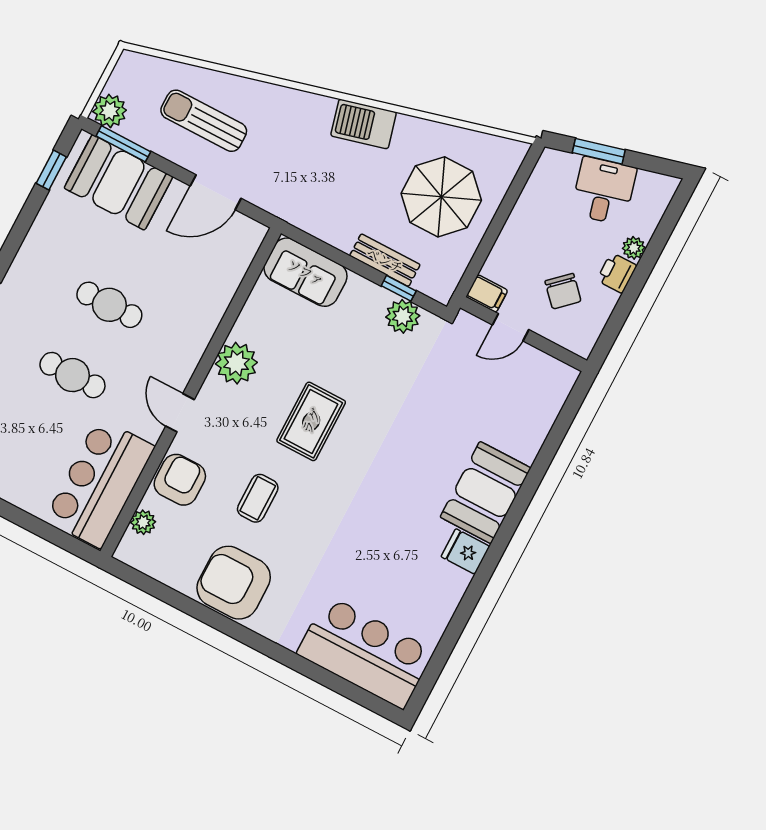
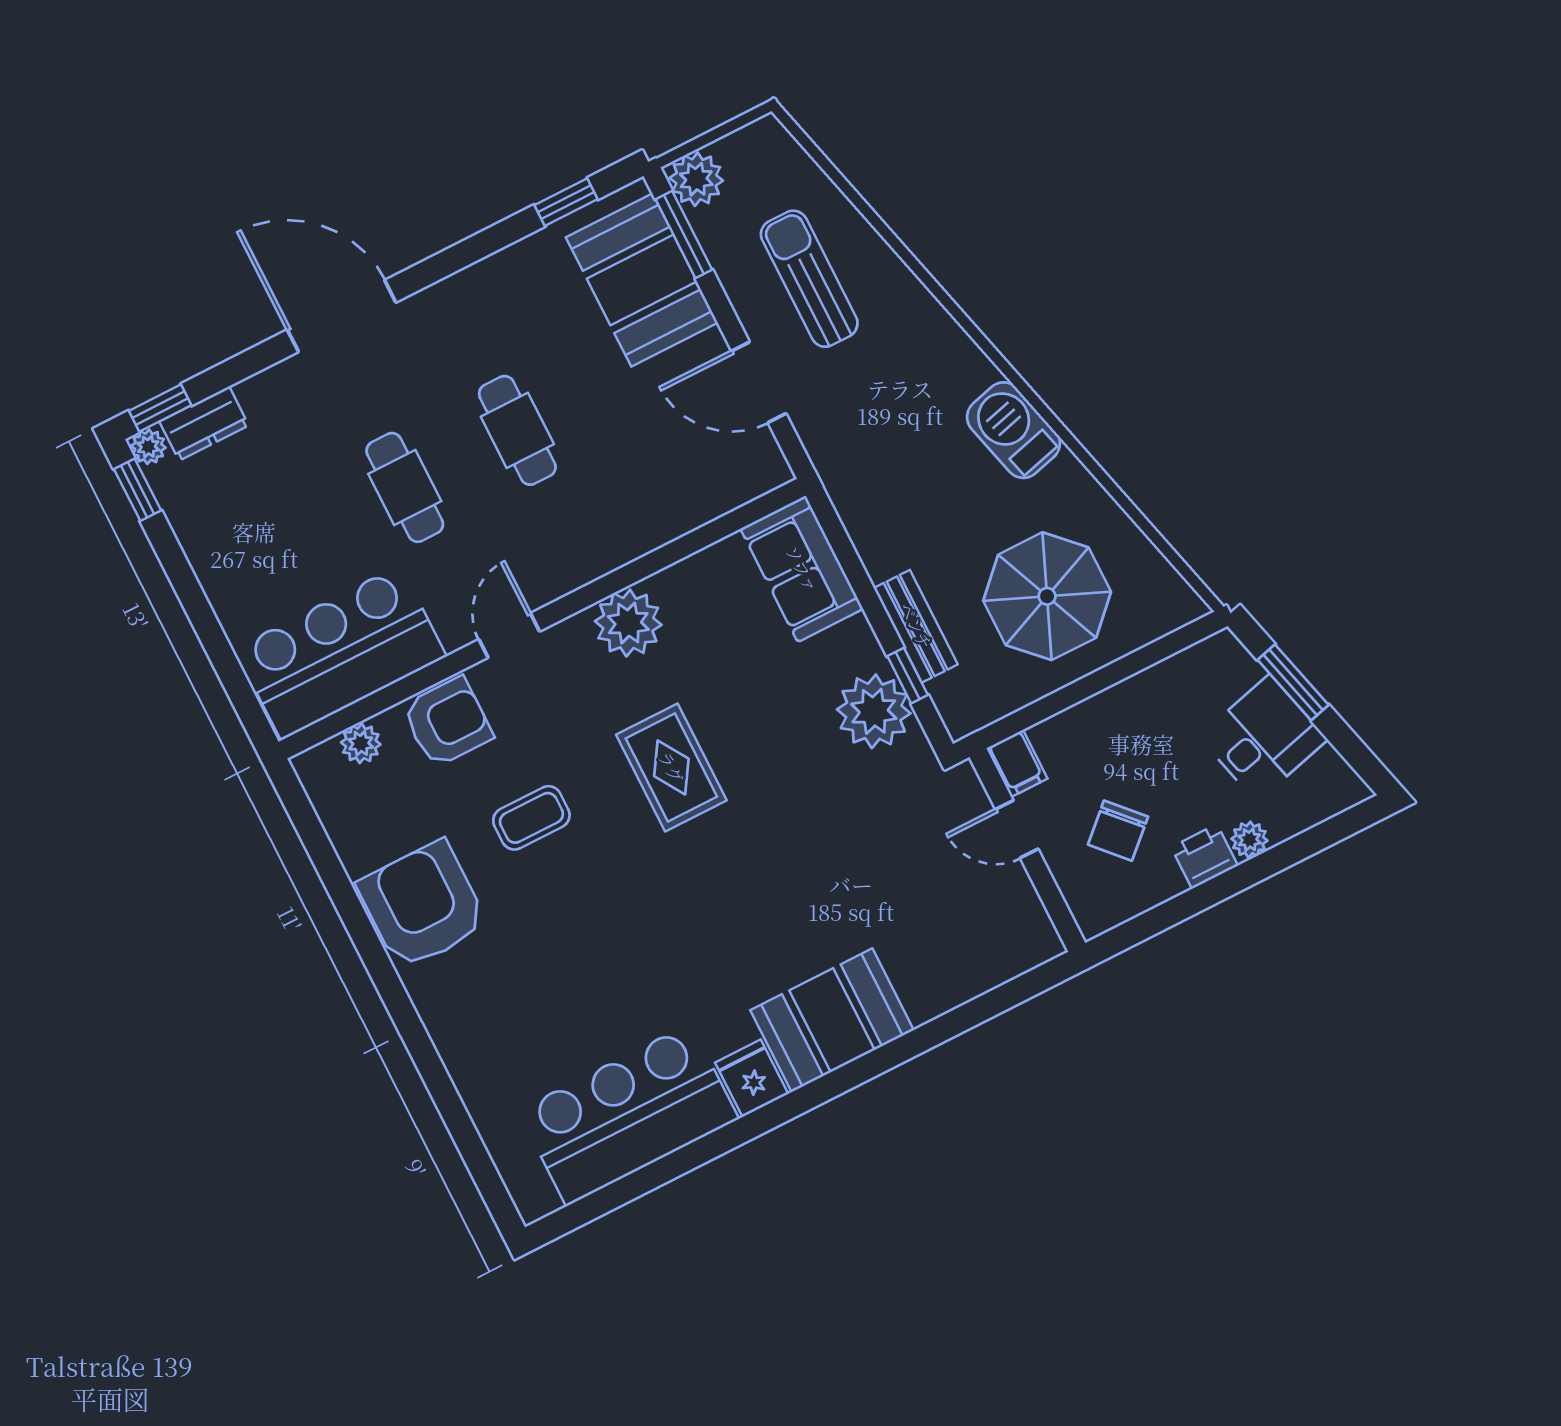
plant: (403, 316) -> (874, 711), width x1.36, depth x1.36
rug: (311, 421) -> (671, 767), turned 90
bar counter: (365, 652) -> (628, 1115), moved, turned -90

